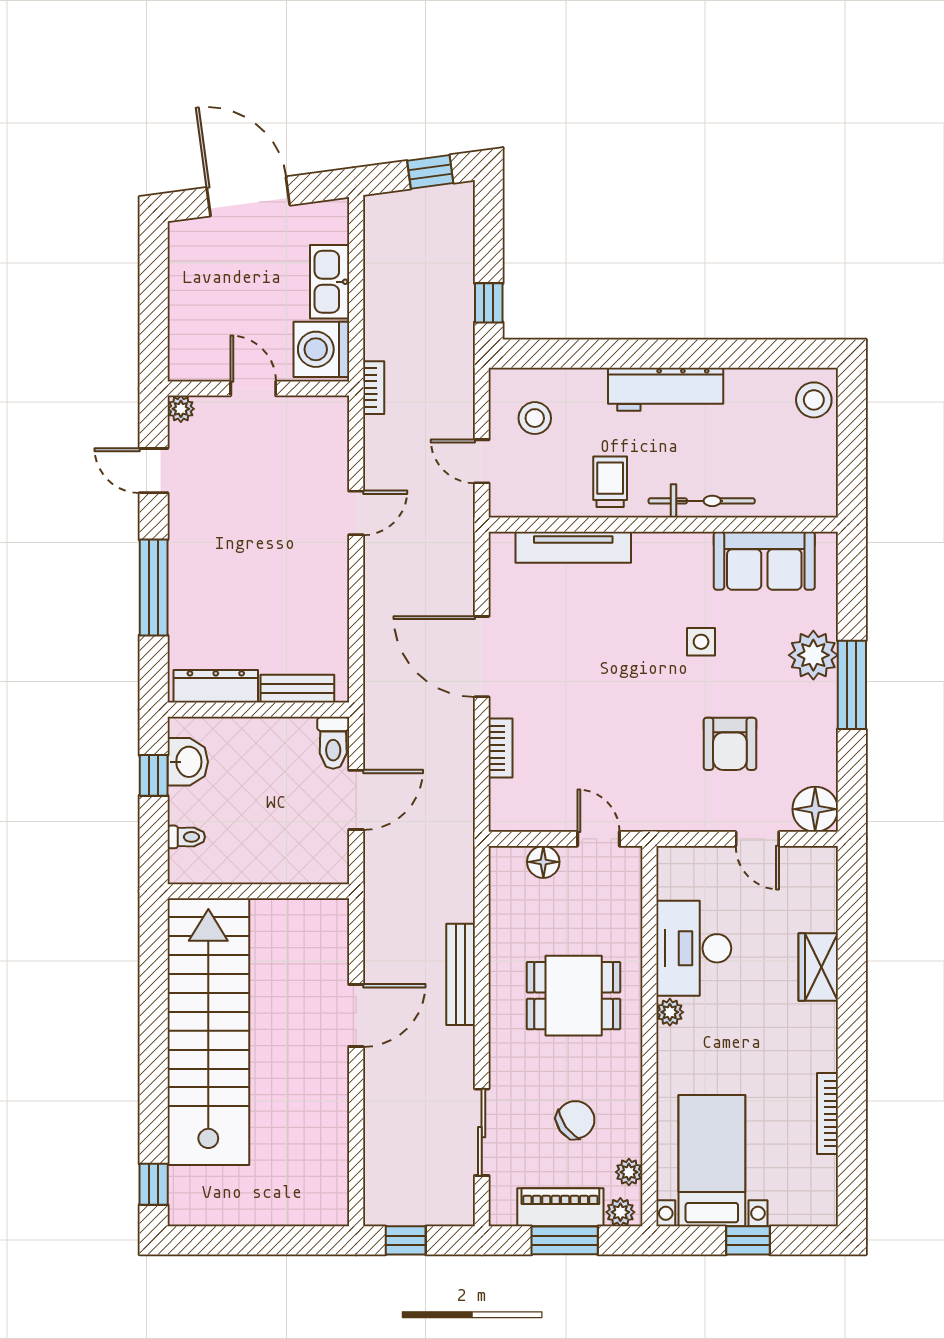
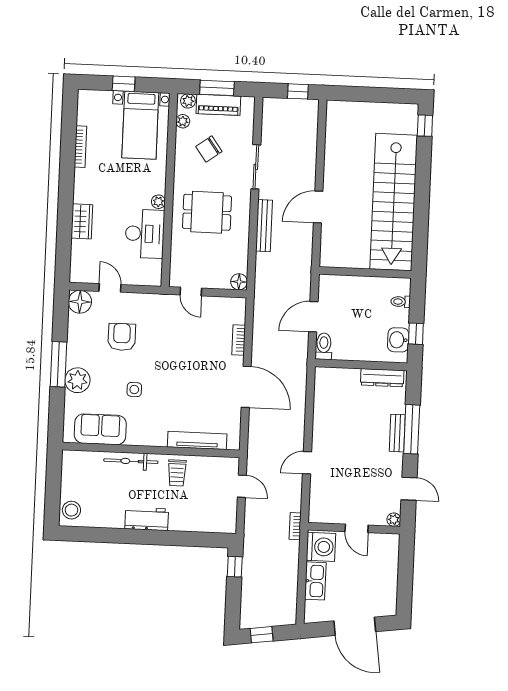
workbench: (666, 389) -> (147, 519), width x0.73
stool: (535, 418) -> (214, 507), removed
bench: (297, 689) -> (397, 433), moved, turned 90
floor lamp: (543, 862) -> (239, 282), moved
sliding door: (482, 1132) -> (256, 167), moved

